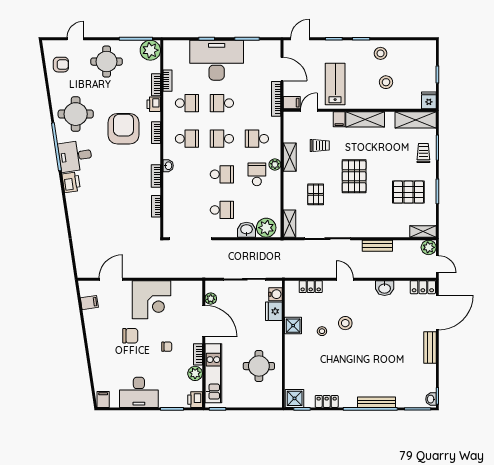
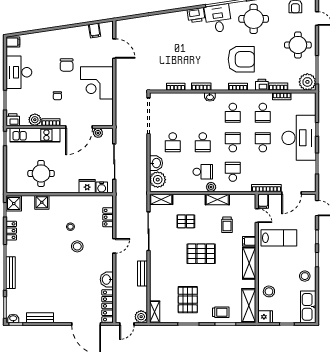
kitchen sink: (417, 49) -> (308, 307), added
stool: (386, 82) -> (269, 291), moved
locker: (423, 287) -> (108, 306), width x1.53
shower: (293, 326) -> (42, 202), moved
bench: (430, 347) -> (40, 318), moved

